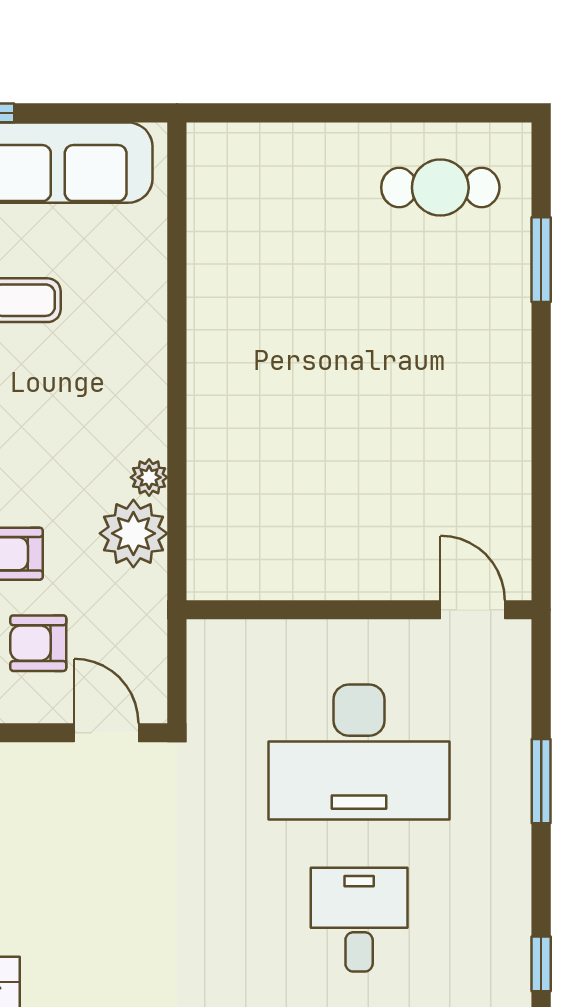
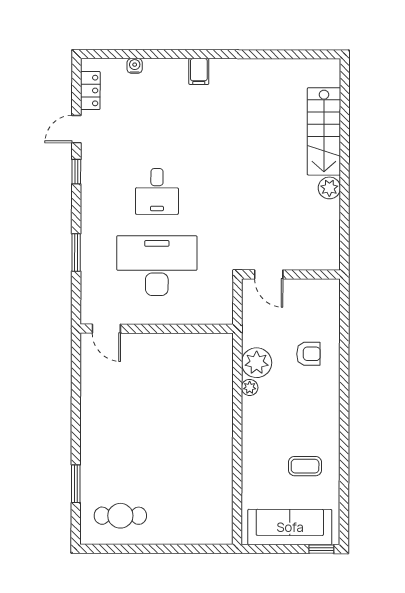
armchair: (38, 643) -> (299, 314), removed

